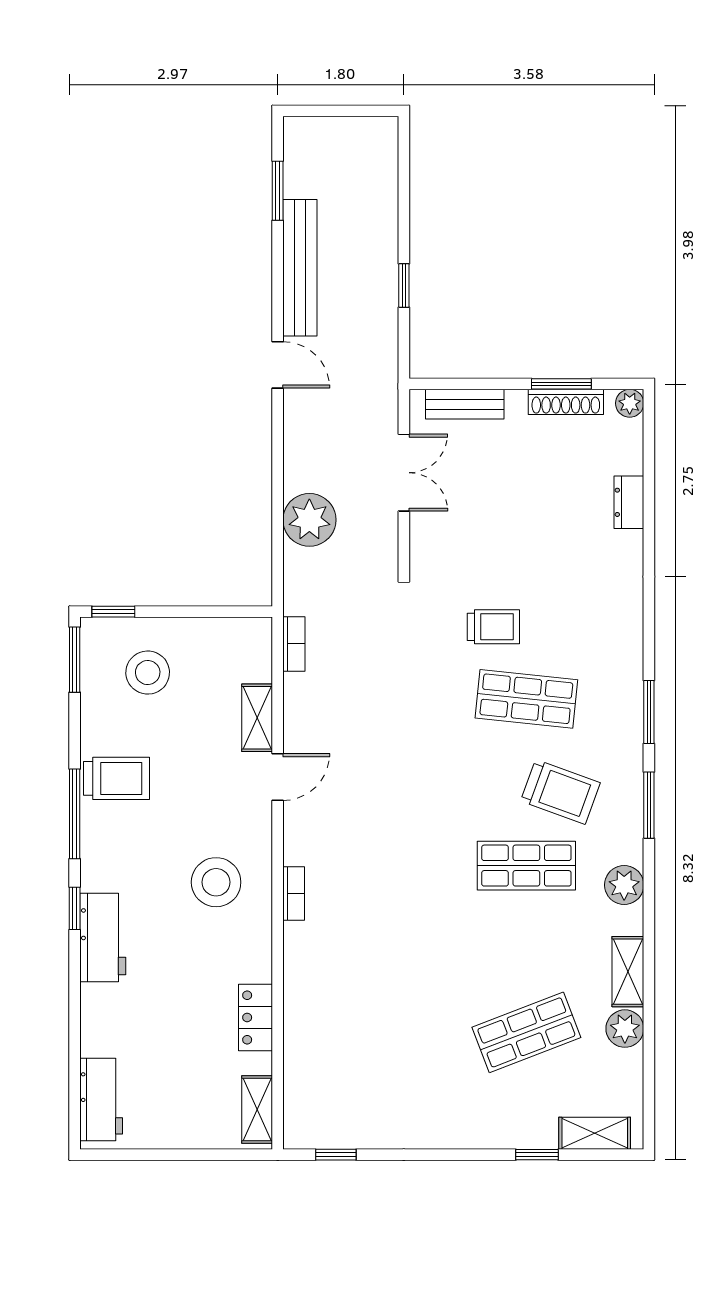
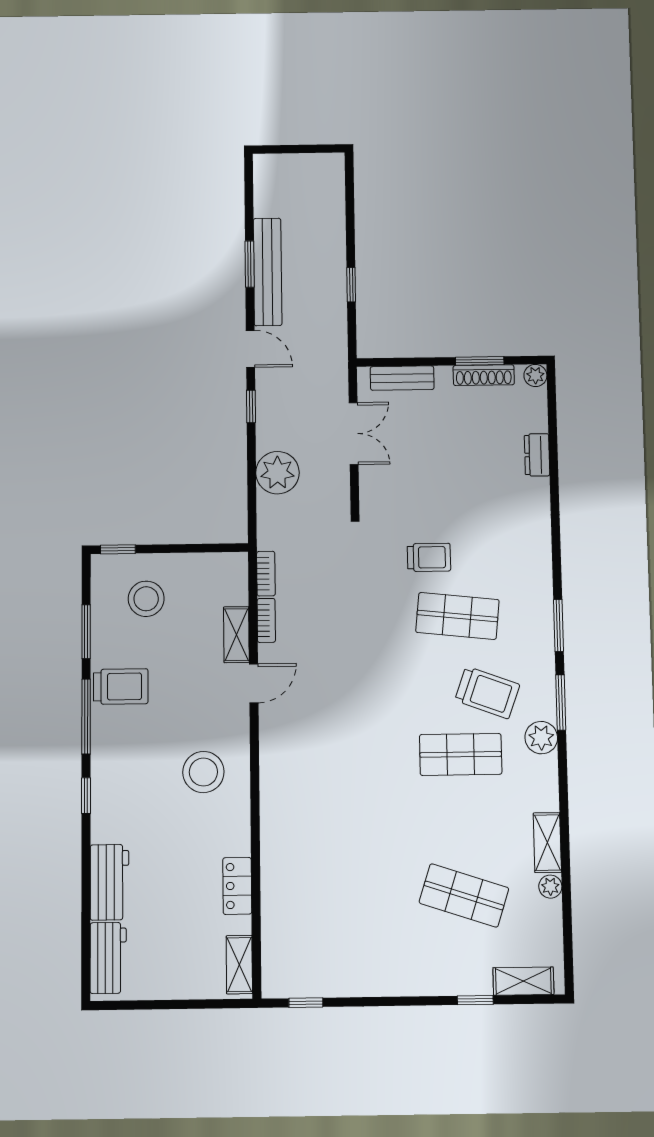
window: (278, 191) -> (250, 264), moved
window: (278, 437) -> (251, 406), added
window: (75, 660) -> (86, 632), moved
plant: (624, 885) -> (541, 738), moved
bookcase: (294, 893) -> (266, 620), moved
workbench: (103, 938) -> (109, 882), moved
plant: (625, 1029) -> (550, 887), width x0.73, depth x0.73
shop shelf: (526, 1032) -> (464, 895), turned 39

